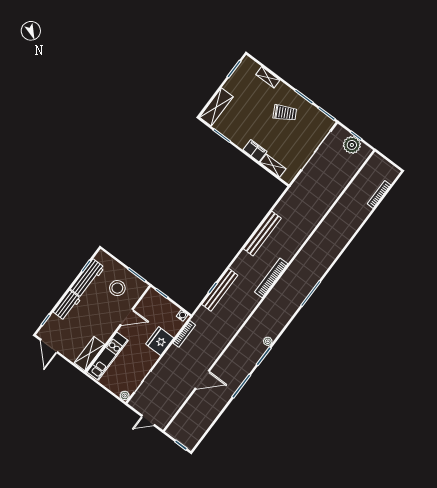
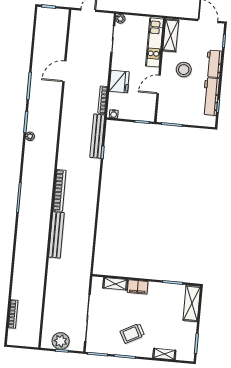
bench: (262, 234) -> (56, 235), moved
stool: (117, 288) -> (184, 70), moved
bench: (220, 290) -> (97, 136), moved

